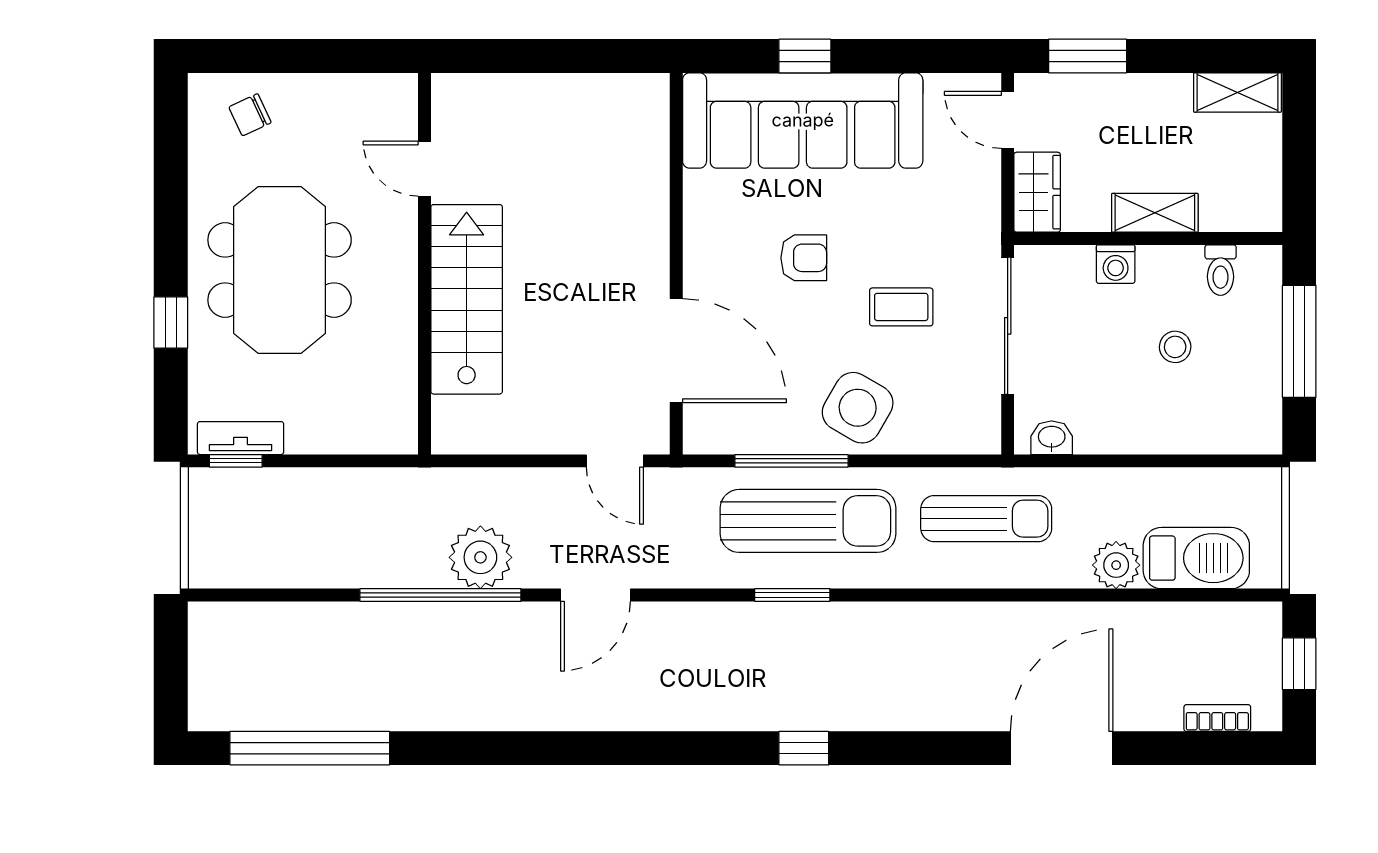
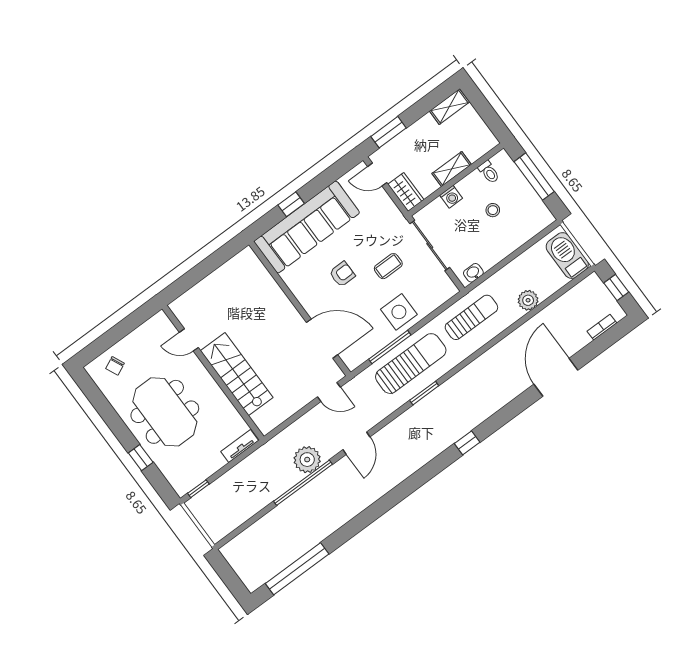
side table: (858, 408) -> (399, 312), turned -30
tv unit: (241, 438) -> (240, 446), moved
barbecue: (1196, 558) -> (567, 256), moved, turned -90

